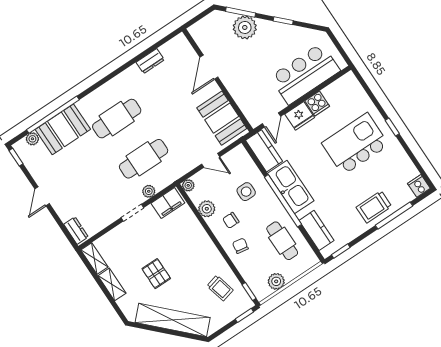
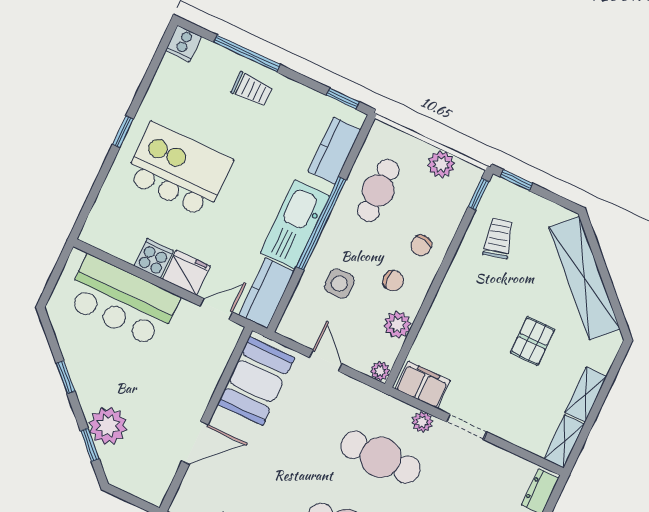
window: (241, 12) -> (90, 445), width x0.67
kitchen island: (355, 144) -> (178, 170), turned 180
trolley: (374, 207) -> (252, 89), width x0.73, depth x0.72

